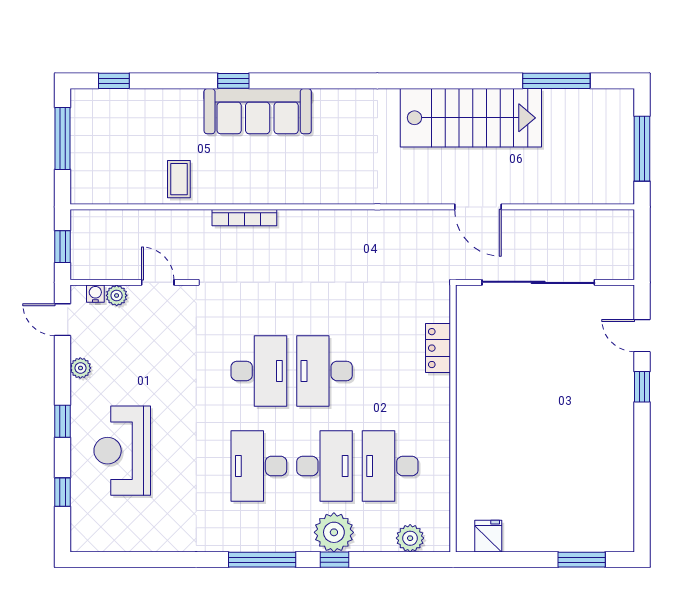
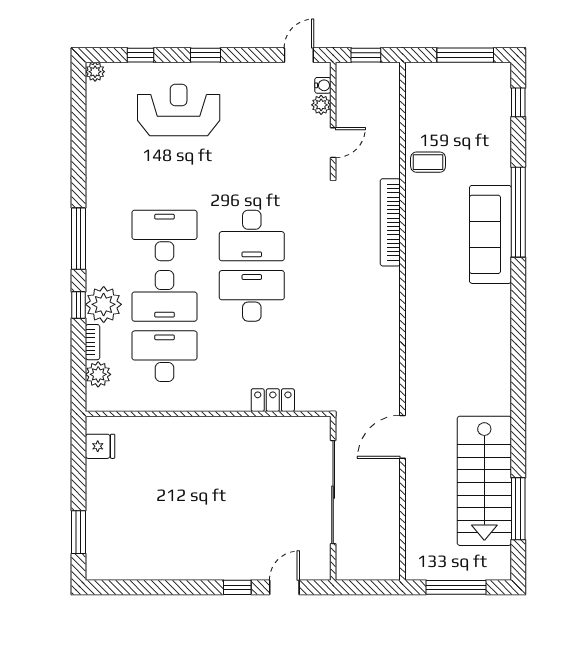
window: (233, 81) -> (518, 212), width x3.17
stairs: (471, 118) -> (484, 481), moved
bookcase: (244, 218) -> (390, 222), width x1.48, depth x1.31
plant: (80, 368) -> (95, 72), moved
bookcase: (375, 544) -> (93, 342), added

